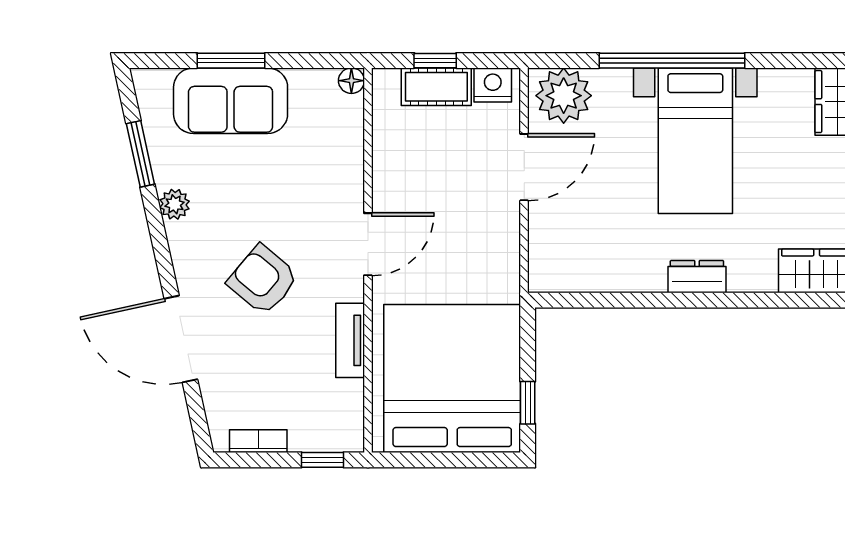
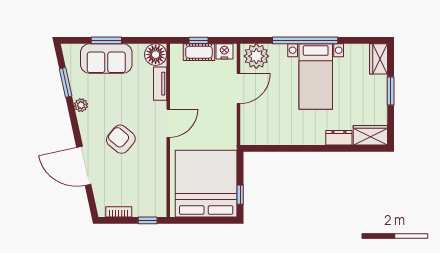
floor lamp: (351, 81) -> (156, 55), width x1.89, depth x1.89
dresser: (697, 277) -> (339, 138), moved
tv unit: (350, 340) -> (160, 84), moved

